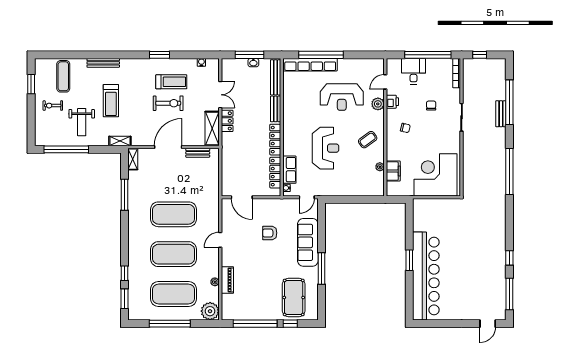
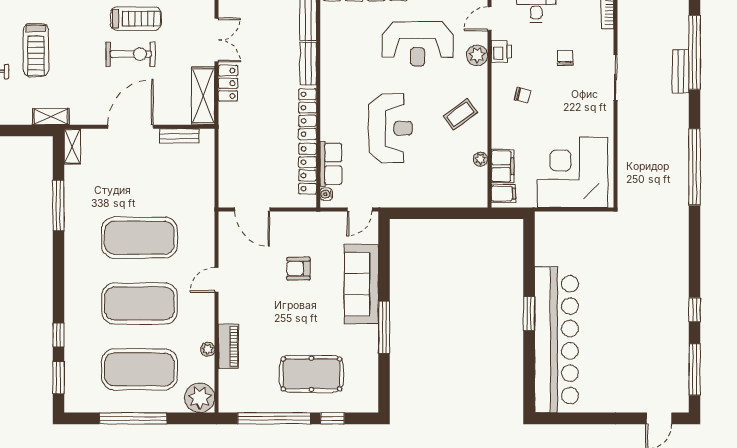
filing cabinet: (394, 188) -> (503, 194), added
pool table: (294, 297) -> (311, 374), moved, turned 90

